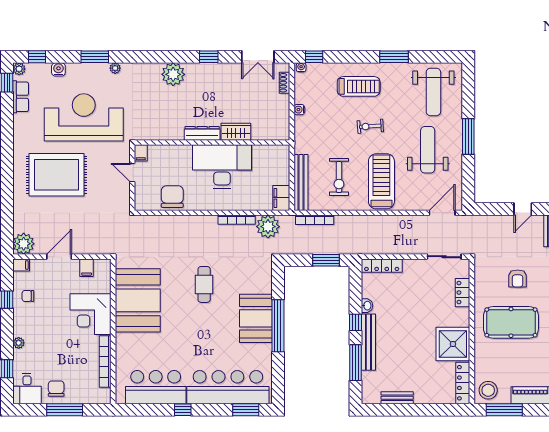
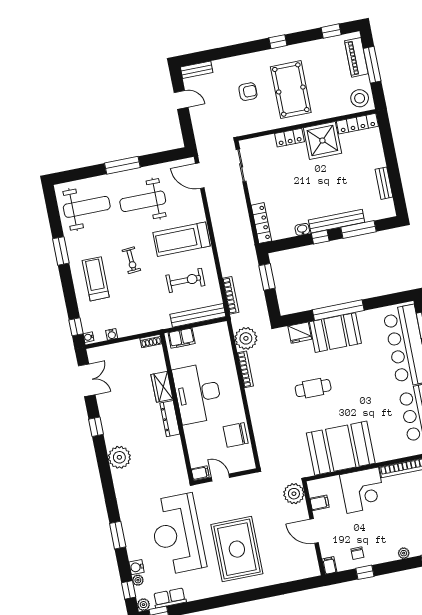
plant: (115, 68) -> (138, 580), moved
shoe rack: (284, 83) -> (151, 341), moved
water cooler: (299, 110) -> (112, 334), moved
door: (132, 173) -> (221, 478), swing flipped
filing cabinet: (281, 198) -> (182, 338), moved
plant: (24, 244) -> (294, 494), moved
fridge: (263, 282) -> (300, 333), added
locker: (463, 293) -> (289, 138), moved
window: (504, 410) -> (372, 65), moved

